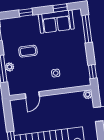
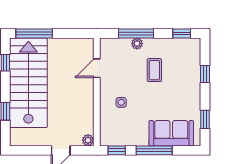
sofa: (56, 22) -> (171, 133), moved, turned 90
window: (87, 29) -> (154, 150), moved
door: (32, 95) -> (97, 68), hinge flipped

